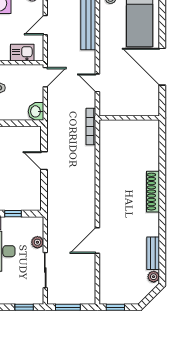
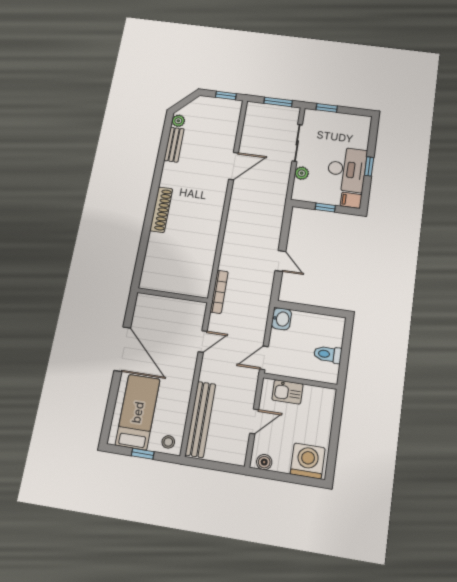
door: (97, 83) -> (203, 341), hinge flipped

